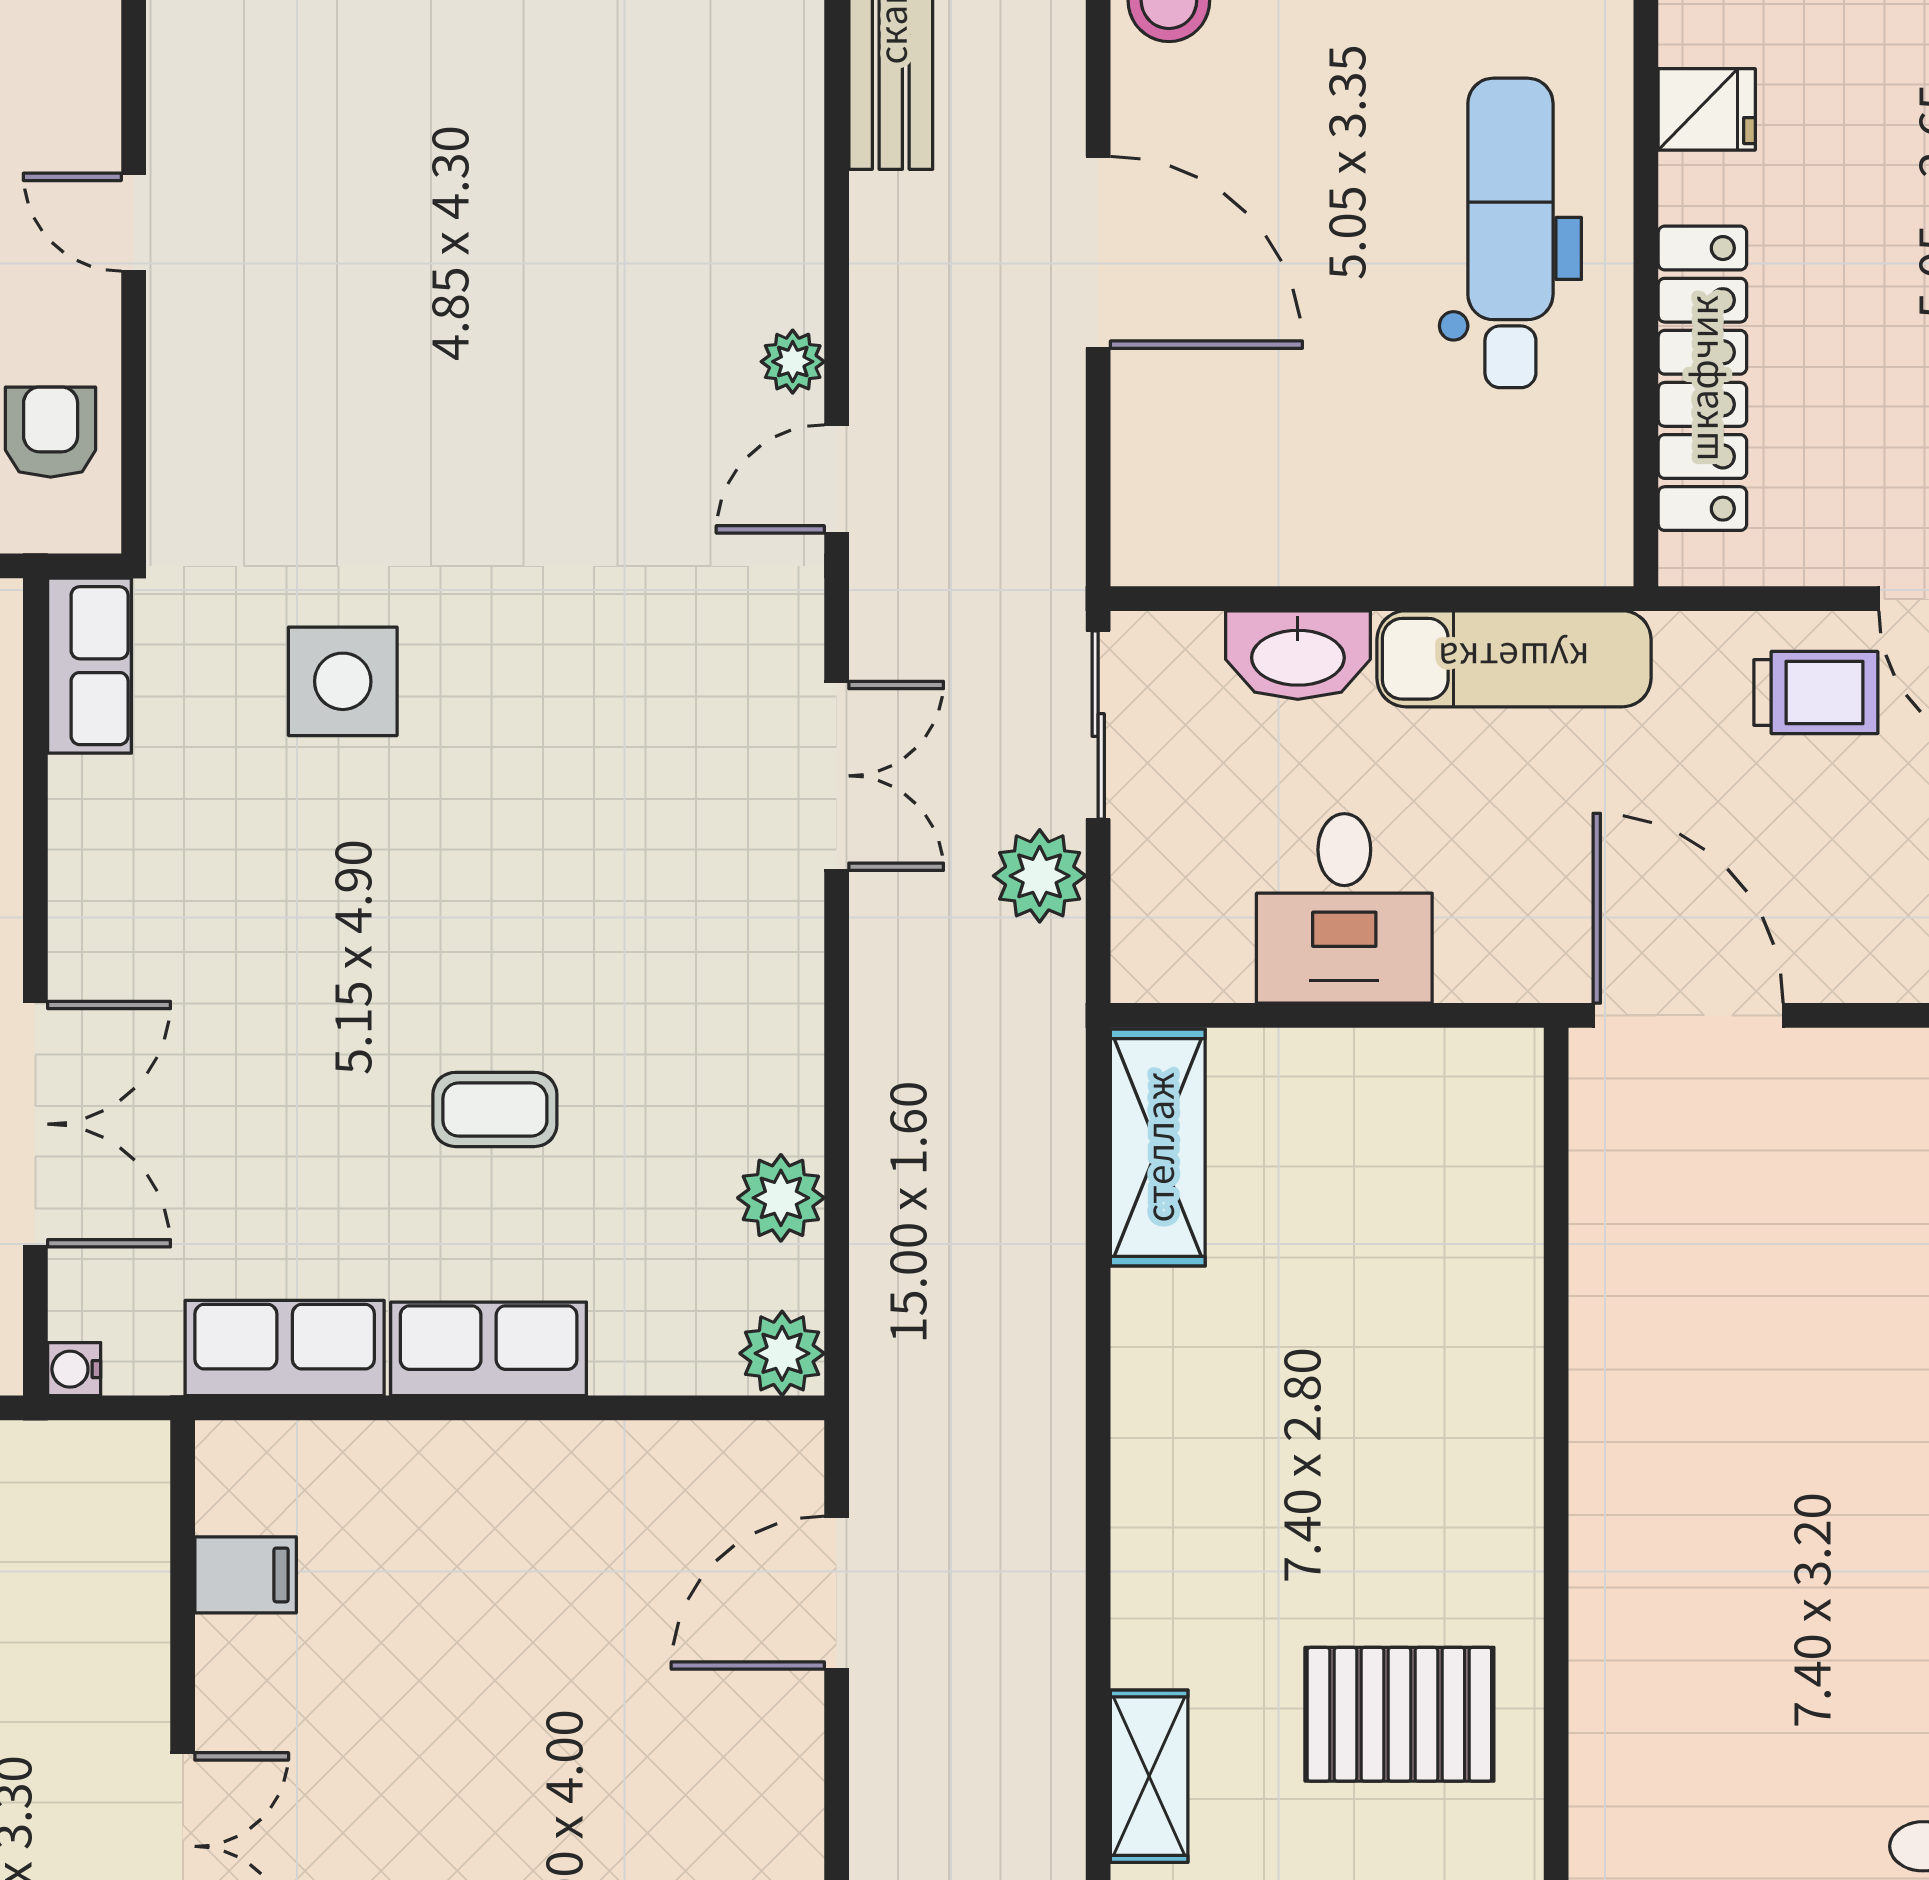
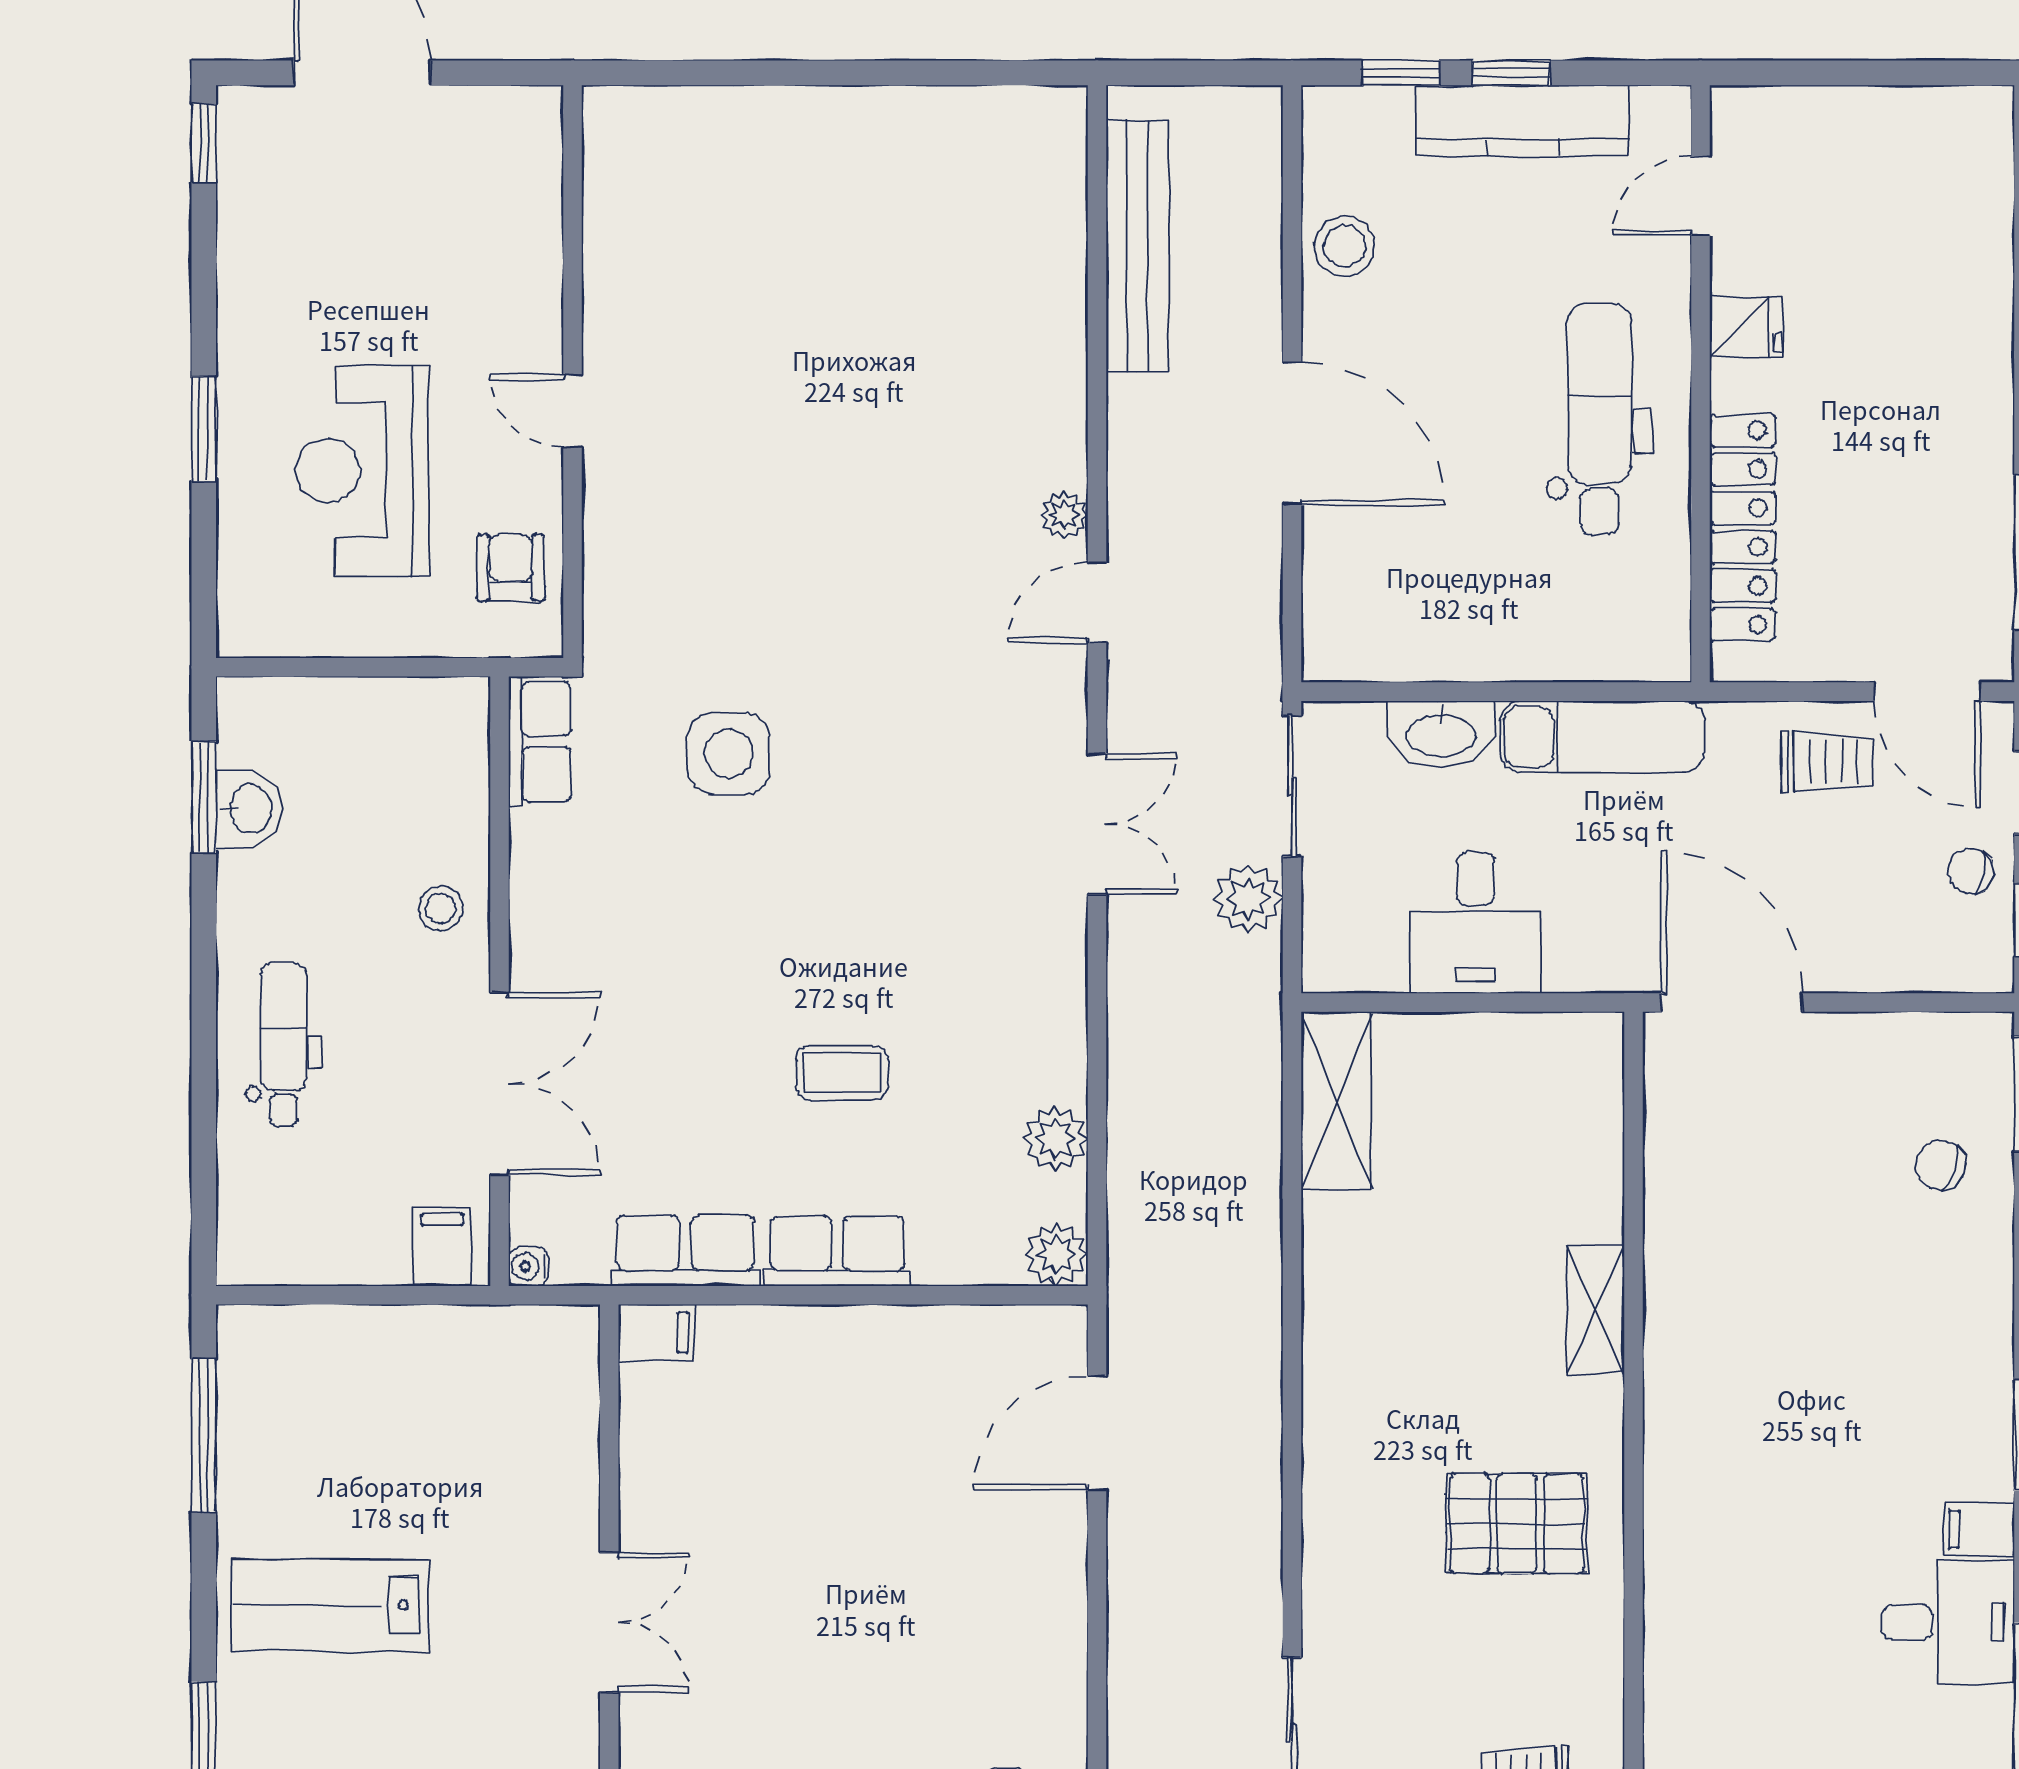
filing cabinet: (246, 1575) -> (656, 1333), moved
shelving: (1149, 1776) -> (1595, 1310), moved

